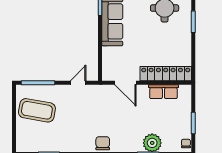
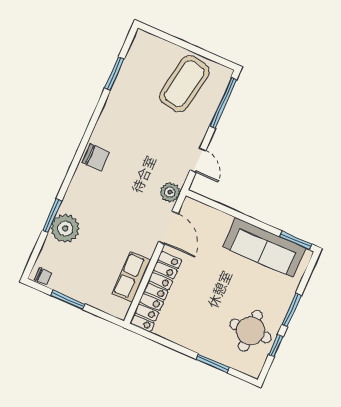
door: (125, 83) -> (168, 228), swing flipped
plant: (104, 91) -> (170, 192), added

